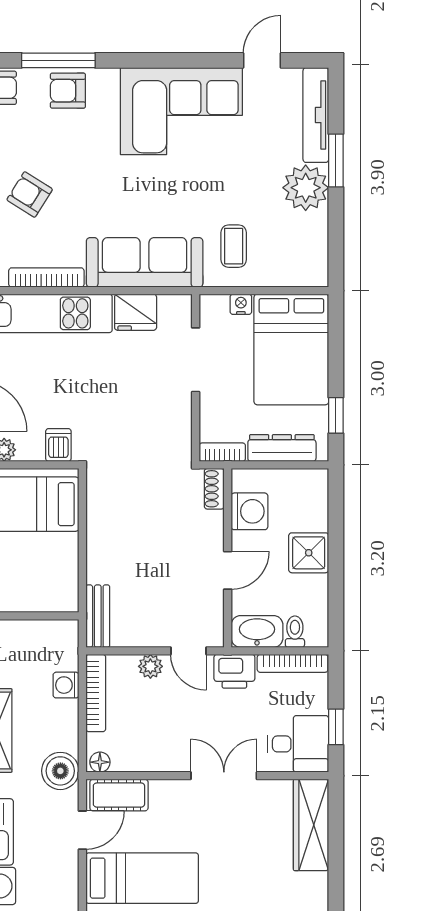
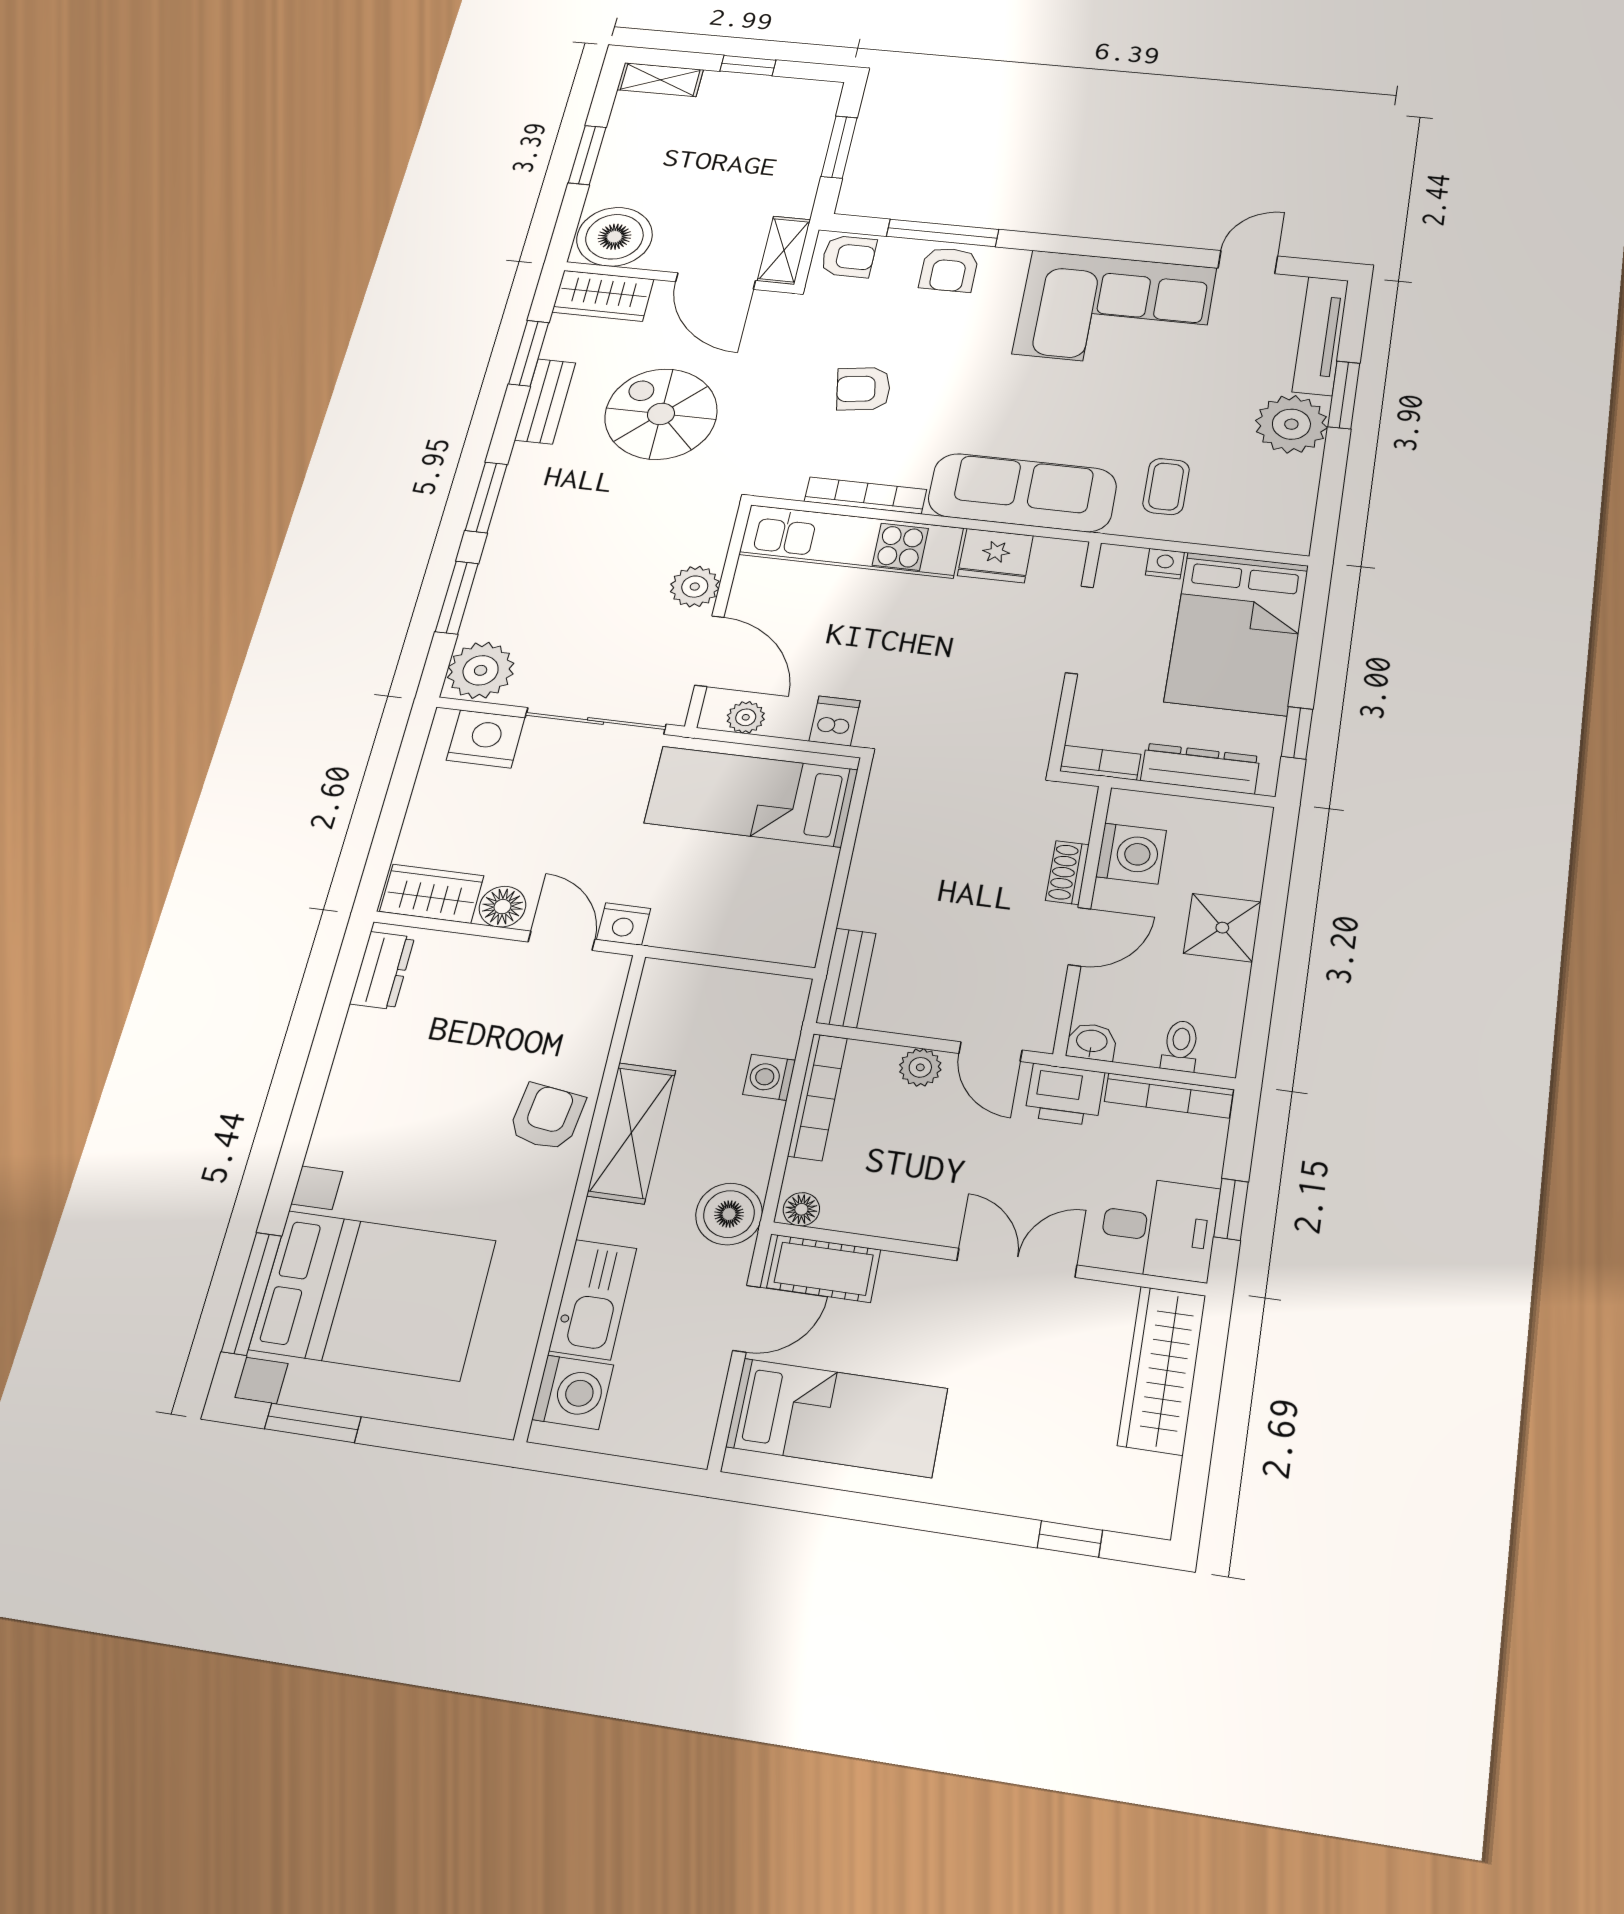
armchair: (68, 91) -> (949, 270), turned -90
armchair: (30, 194) -> (863, 389), turned -41
shoe rack: (214, 489) -> (1067, 873), moved
washbasin: (257, 631) -> (1092, 1042), width x0.52, depth x0.69

